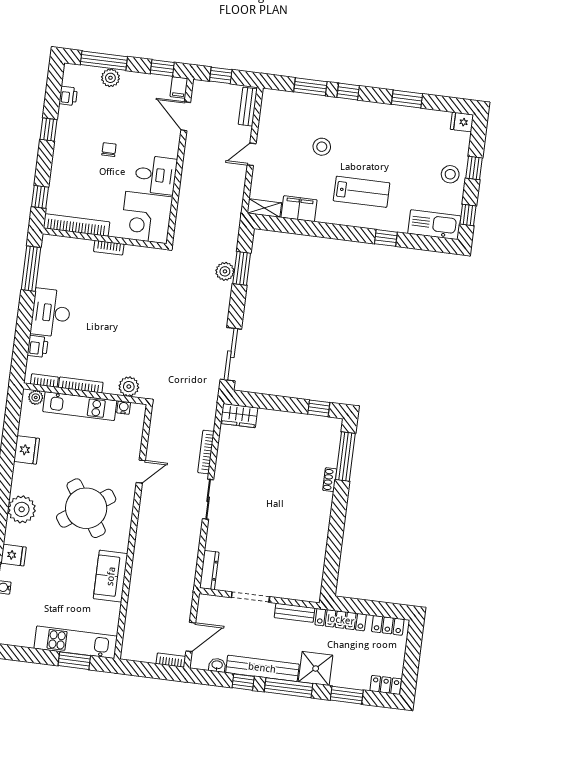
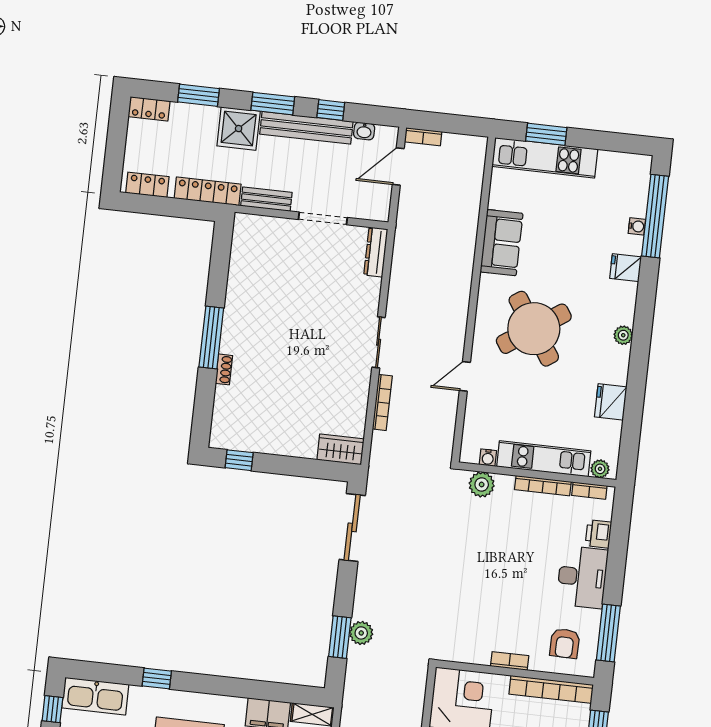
armchair: (65, 261) -> (565, 643), added
window: (345, 456) -> (211, 338), moved
plant: (22, 509) -> (623, 335), width x0.53, depth x0.53
window: (288, 688) -> (273, 104), width x0.69

